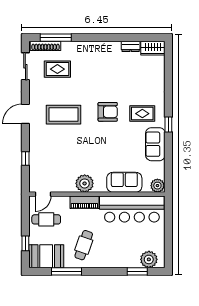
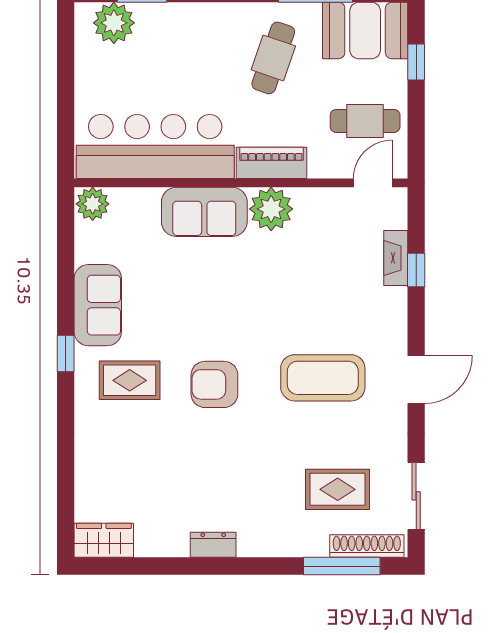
dresser: (131, 46) -> (213, 545), moved
fireplace: (34, 163) -> (396, 258), added
sofa: (124, 182) -> (204, 212), moved

